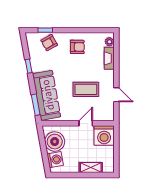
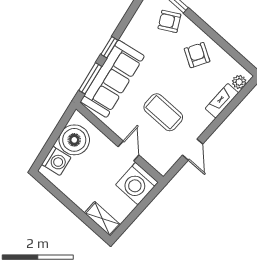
armchair: (77, 47) -> (197, 55), turned -150
window: (29, 66) -> (109, 47), moved
door: (86, 123) -> (129, 151), hinge flipped
shelving: (91, 168) -> (102, 219), moved

